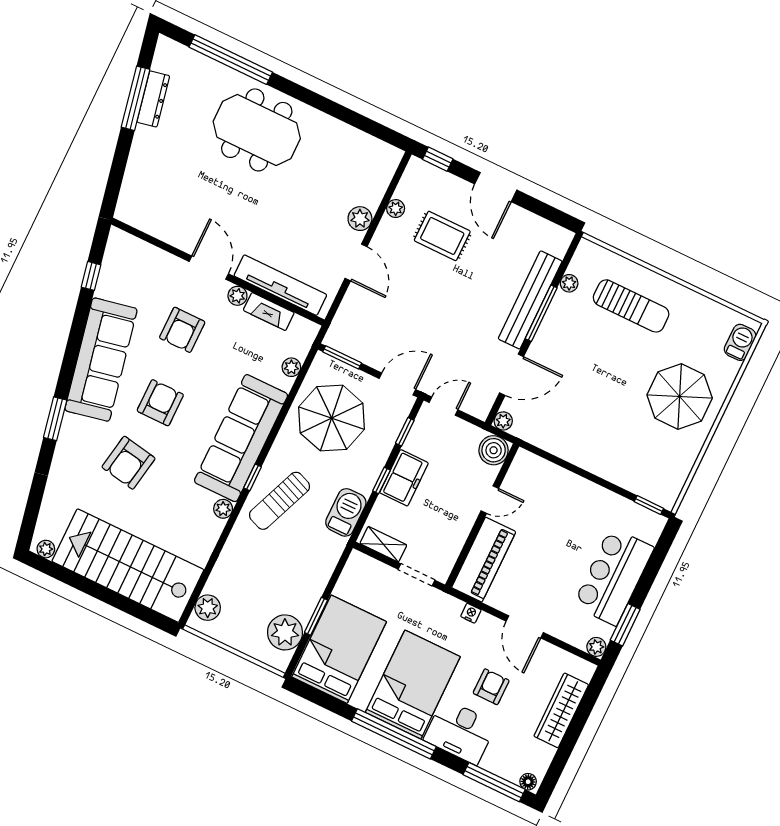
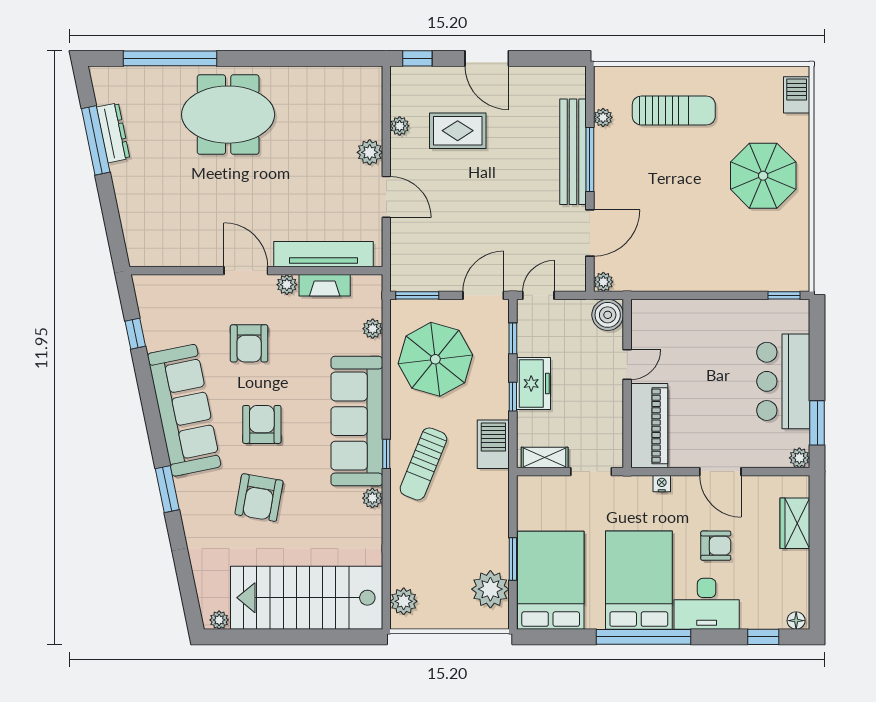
armchair: (491, 687) -> (716, 546), turned 90
wardrobe: (561, 710) -> (795, 523), width x0.67
window: (494, 782) -> (763, 637), width x0.46

